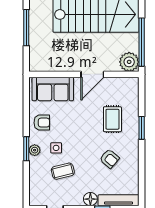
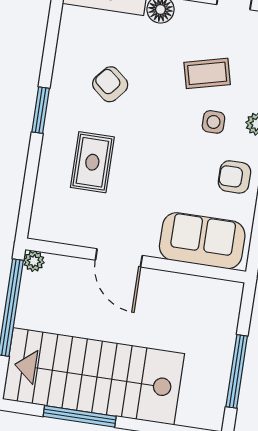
plant: (129, 62) -> (34, 261), width x0.53, depth x0.53
door: (92, 74) -> (119, 258), swing flipped
window: (142, 128) -> (41, 110), moved

